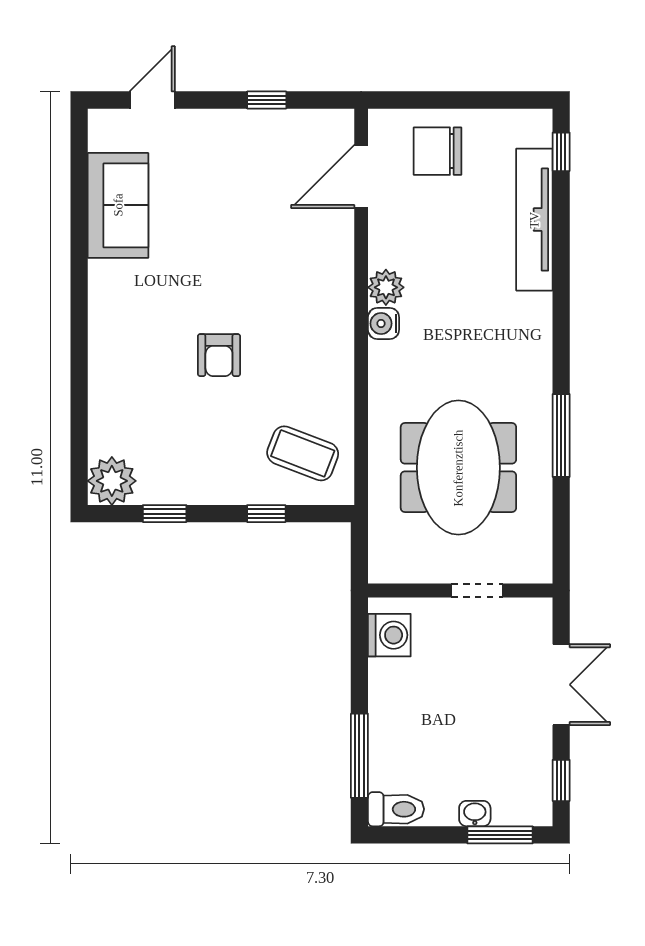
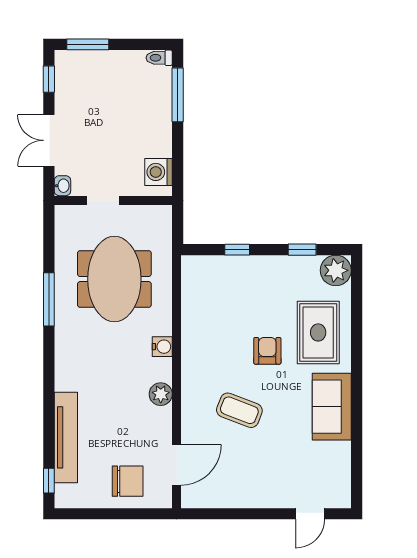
window: (267, 100) -> (237, 514), removed
sofa: (118, 205) -> (332, 407), moved
water cooler: (384, 323) -> (162, 347), moved
rug: (139, 384) -> (318, 332), added
coffee table: (303, 453) -> (239, 410), moved
toilet: (396, 809) -> (159, 58), width x0.73, depth x0.72
washbasin: (475, 814) -> (62, 186), moved, turned -90

